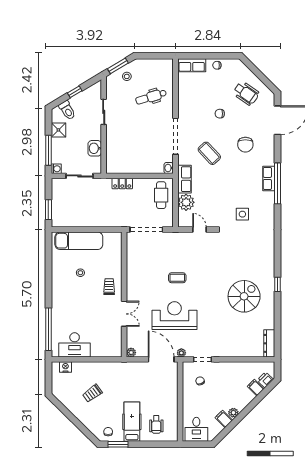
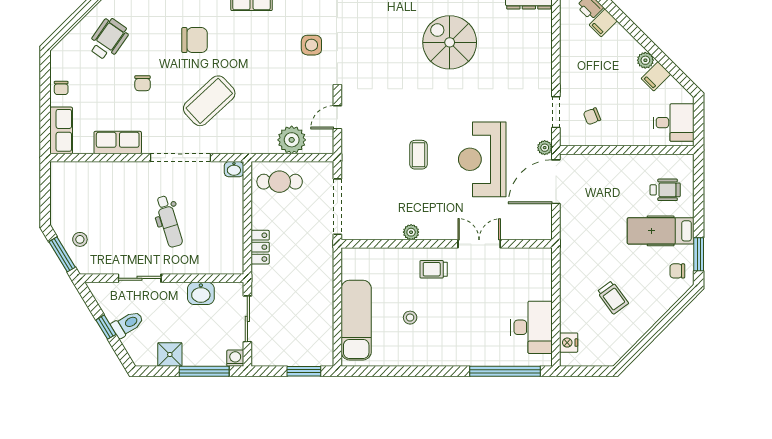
dental chair: (151, 97) -> (169, 221), moved
toilet: (67, 110) -> (127, 324), moved
coffee table: (209, 153) -> (209, 101), width x1.36, depth x1.32
row of seats: (184, 179) -> (118, 142), moved
plant: (131, 353) -> (411, 232), moved

